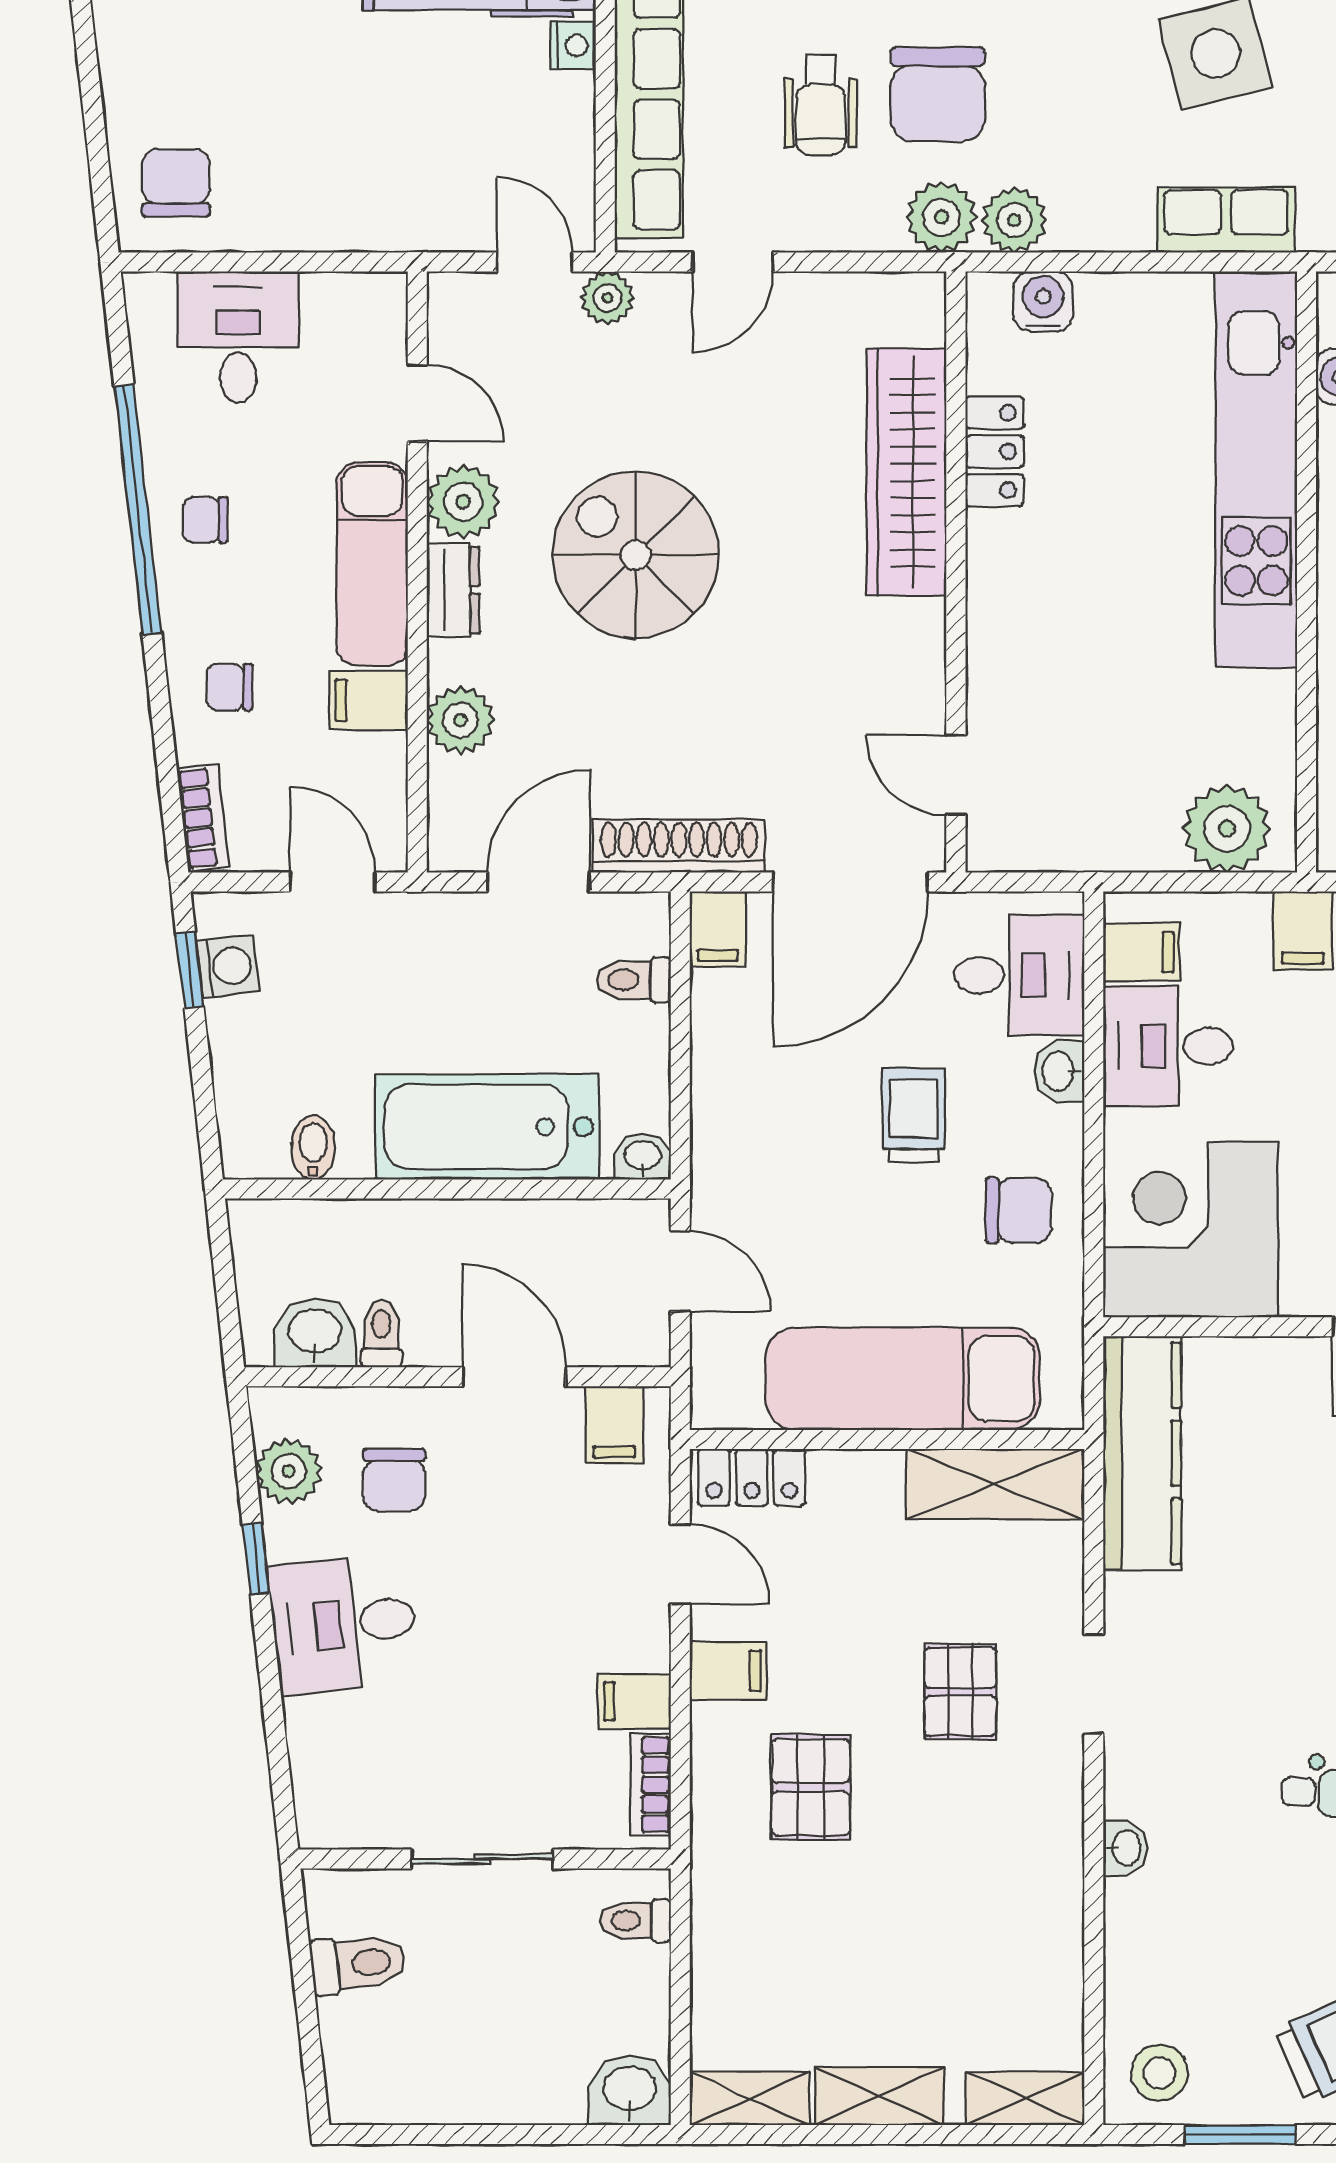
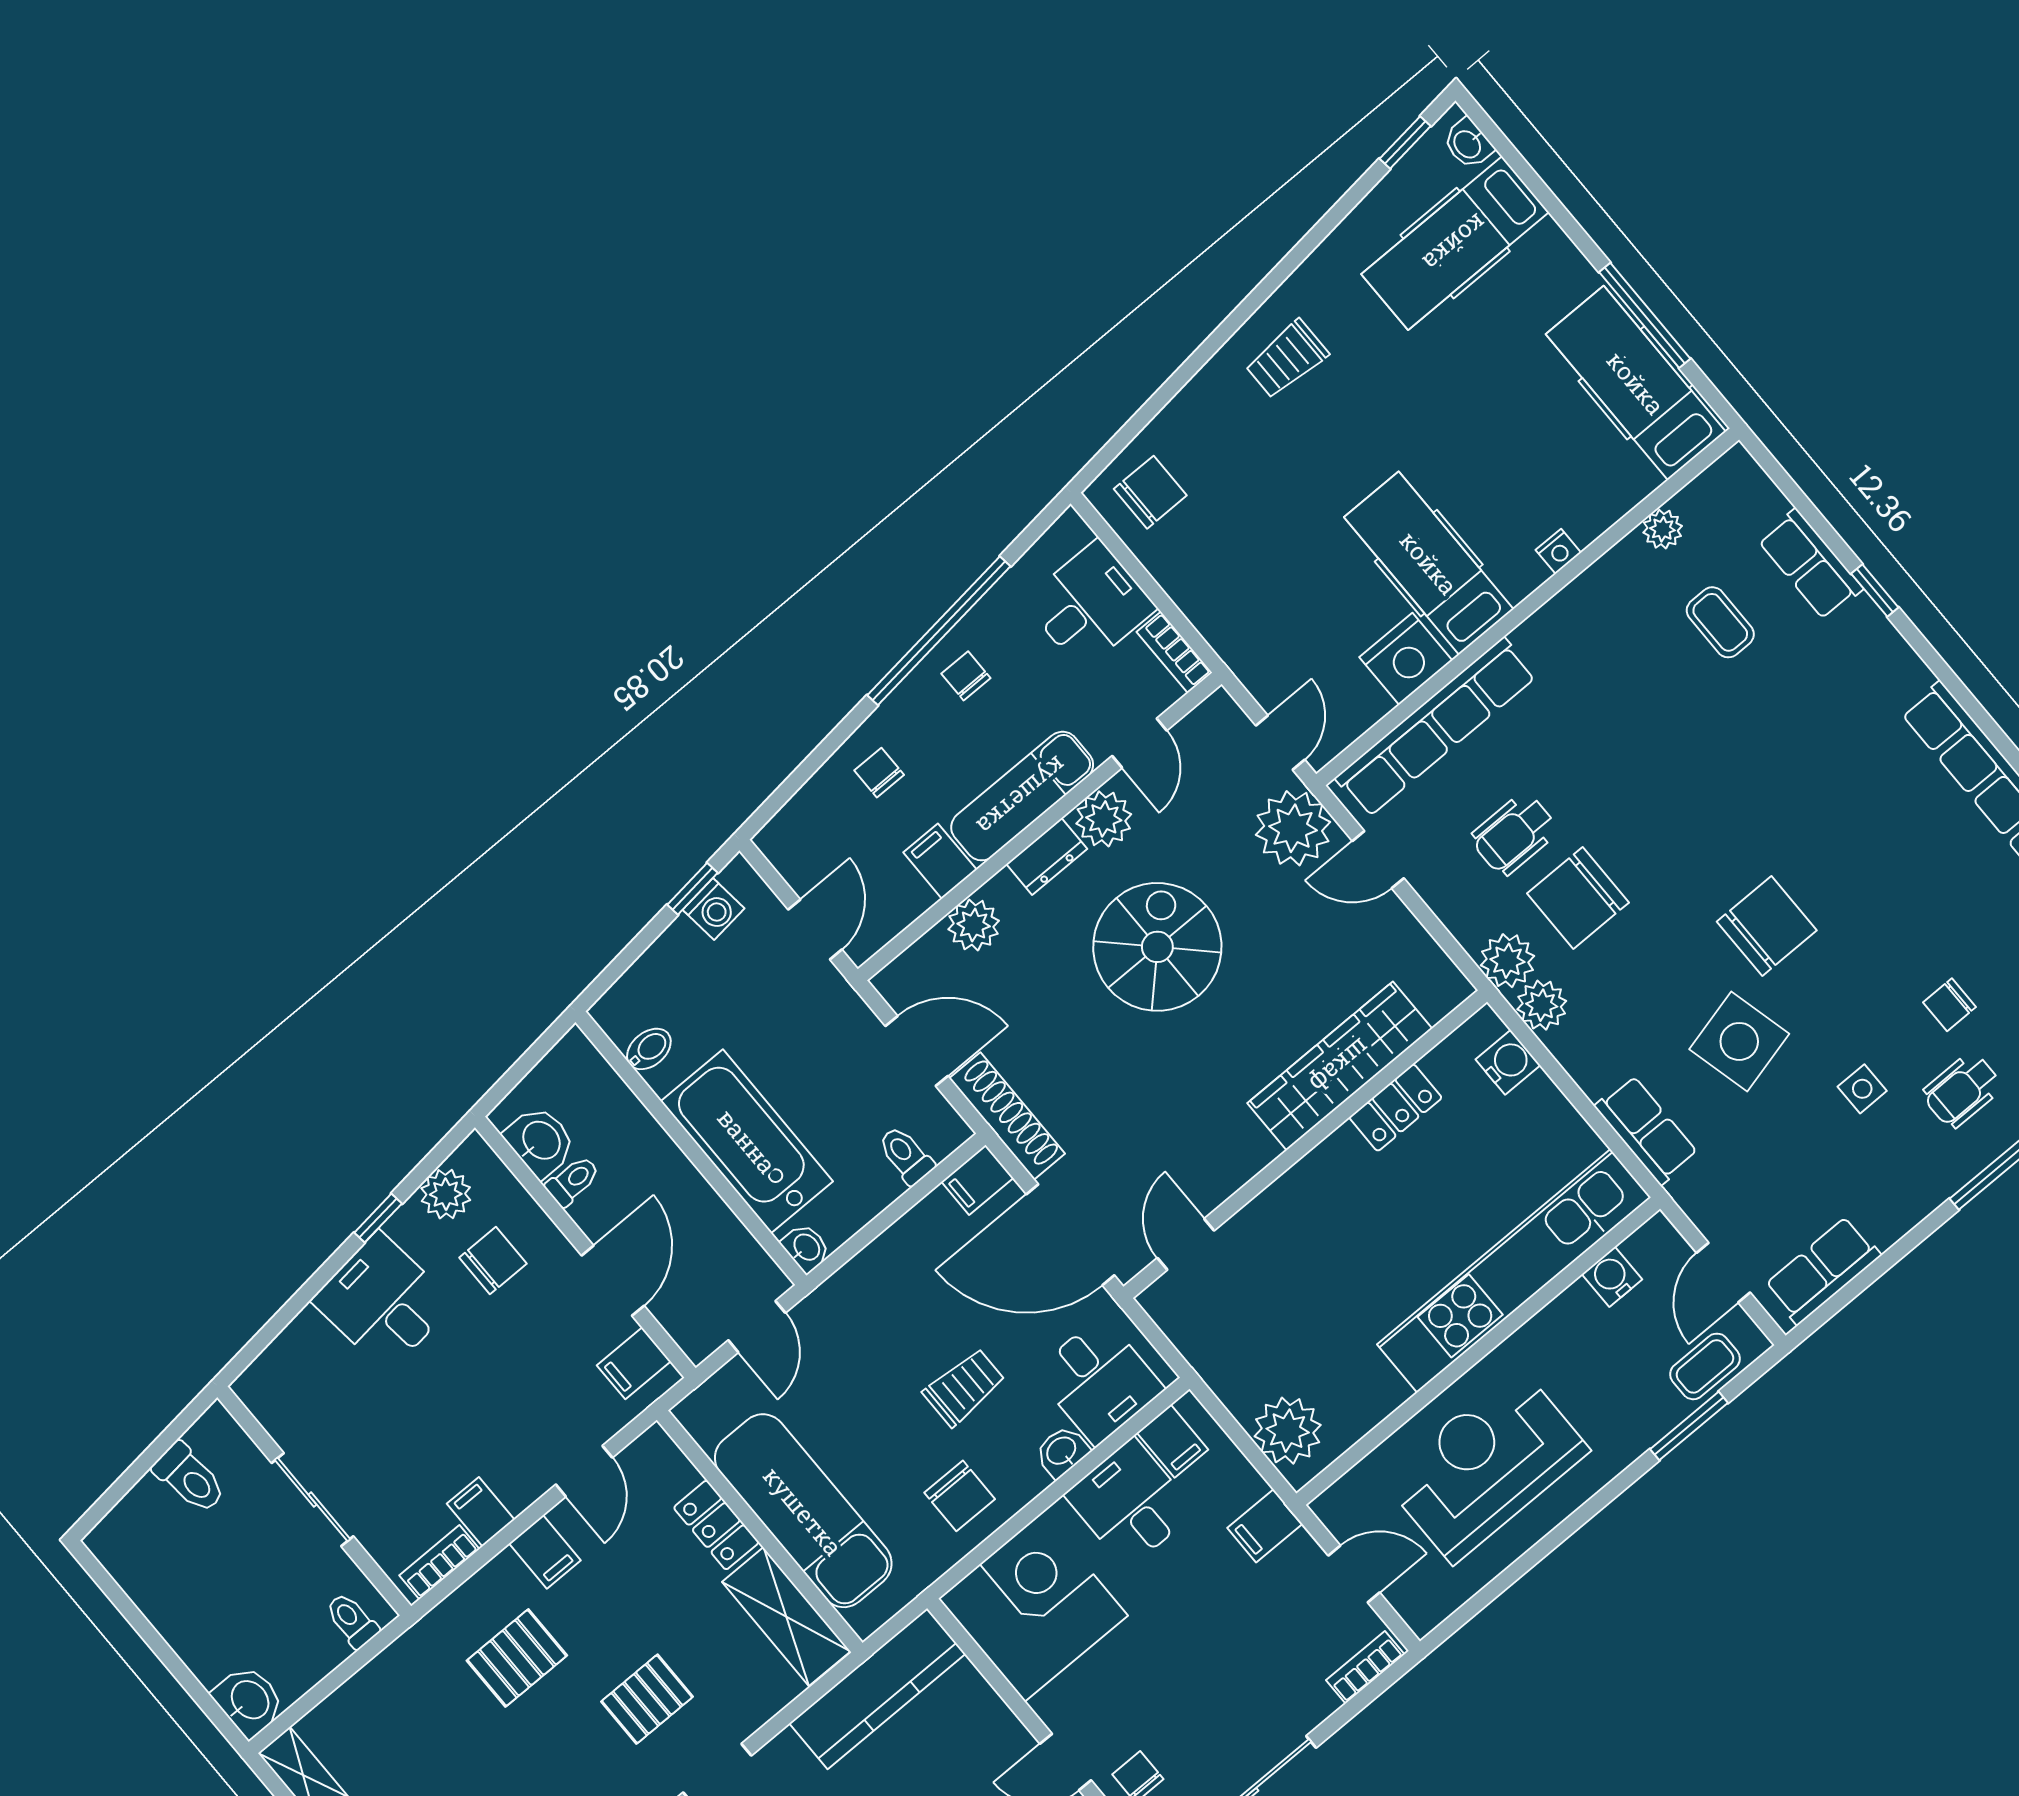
nightstand: (573, 46) -> (1406, 659), width x1.89, depth x1.79
plant: (608, 298) -> (1293, 828), width x1.88, depth x1.88
bookcase: (203, 818) -> (1174, 652), moved, turned 96
locker: (752, 1477) -> (716, 1525), moved
chair: (394, 1480) -> (493, 1261), turned 180

